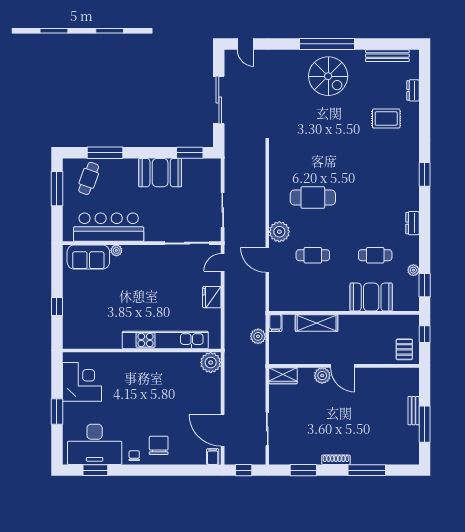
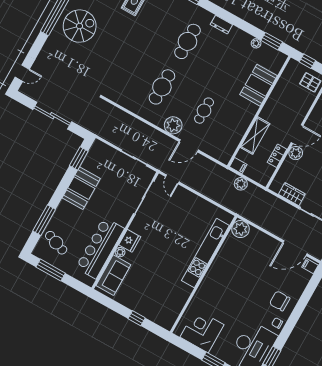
cafe table: (375, 255) -> (187, 41), moved, width x1.37, depth x1.35
fridge: (212, 297) -> (130, 241), moved, turned -90
locker: (308, 358) -> (277, 156), added
wardrobe: (283, 376) -> (292, 194), moved, turned -90

